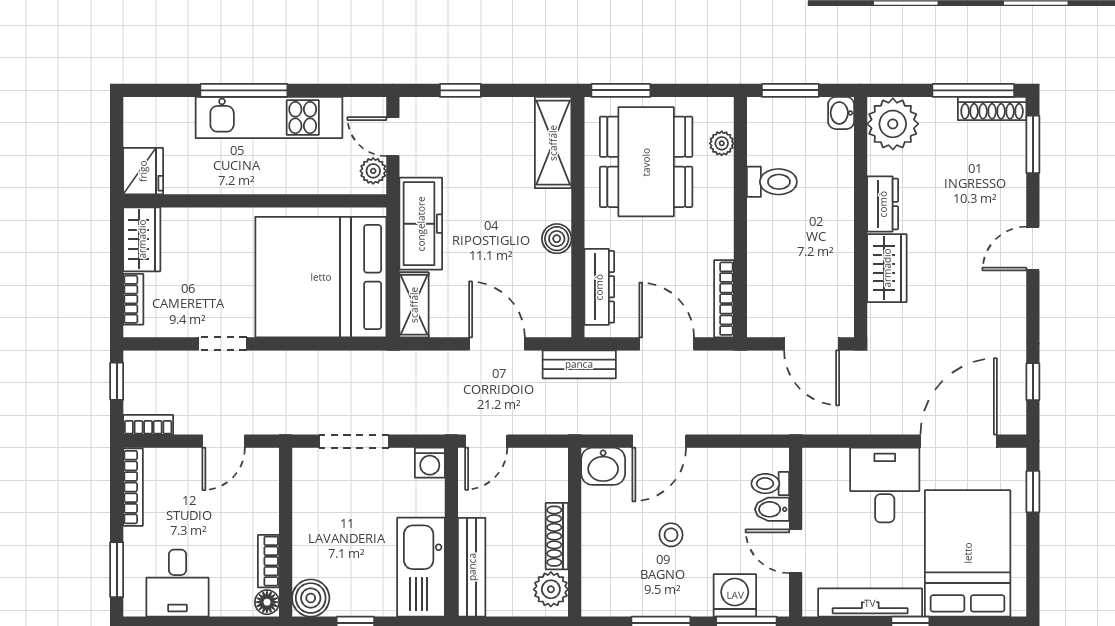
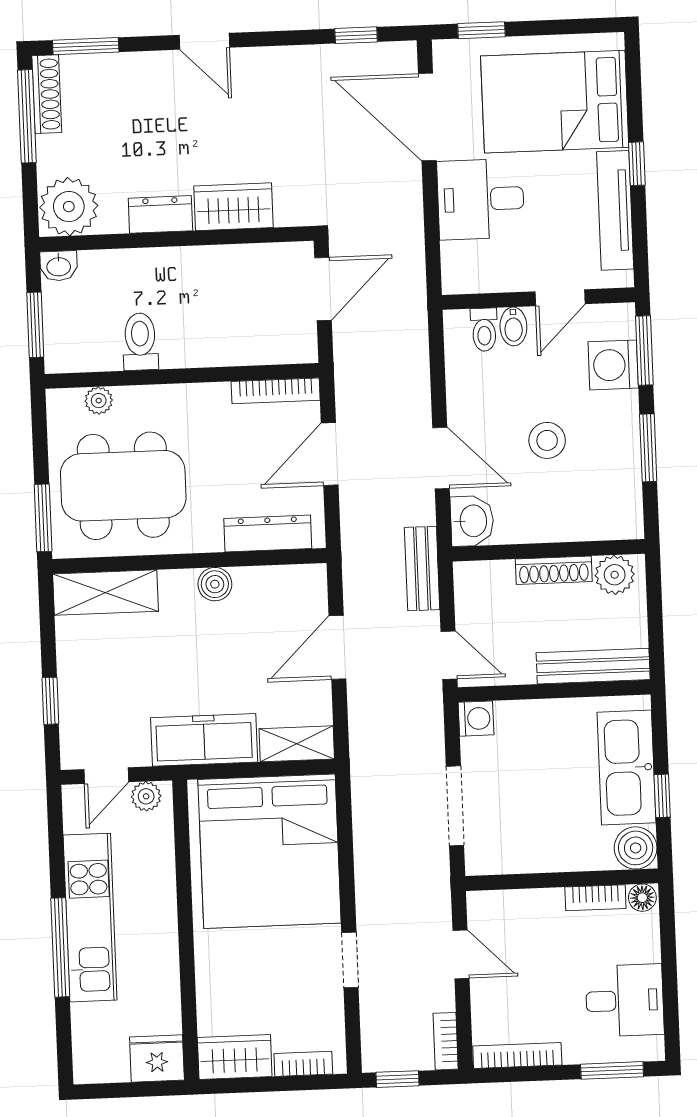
bench: (579, 364) -> (422, 569), moved
stool: (671, 535) -> (547, 440), width x1.37, depth x1.37
kitchen sink: (421, 567) -> (626, 768), moved, turned 90

